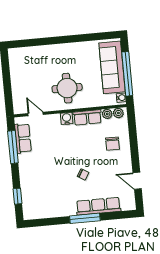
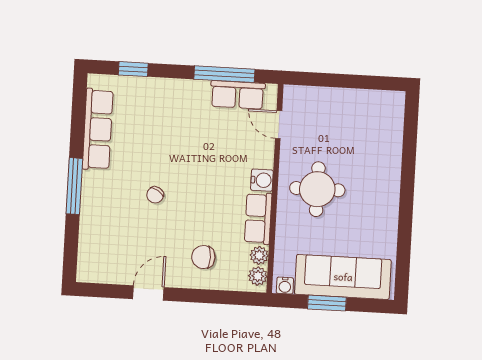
window: (127, 74) -> (327, 303), width x0.47
door: (36, 114) -> (279, 125), swing flipped
door: (137, 181) -> (148, 293), moved
row of seats: (98, 206) -> (98, 129), moved

